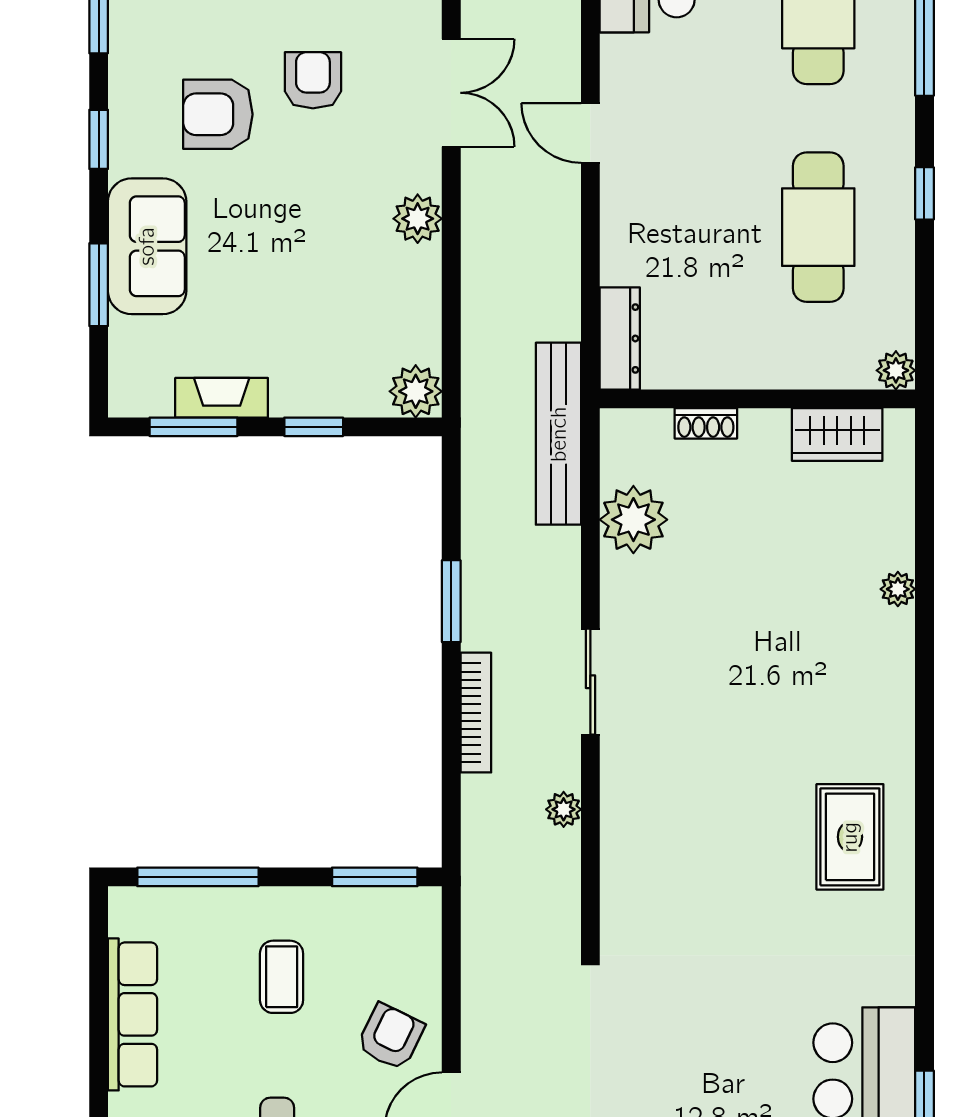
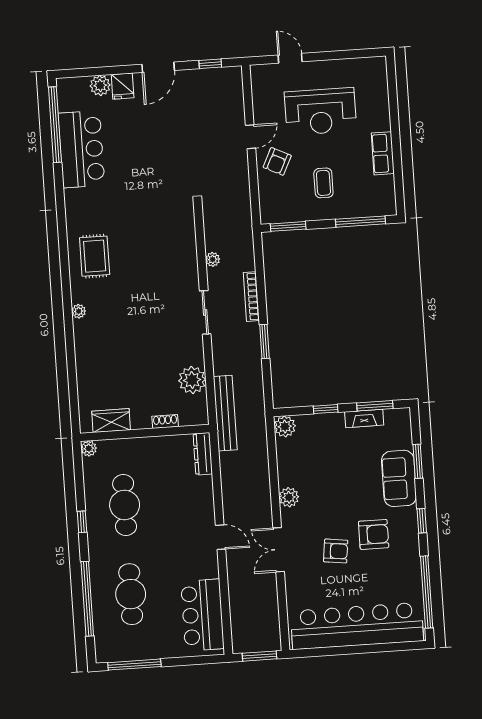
armchair: (313, 80) -> (336, 551), turned -83
plant: (898, 589) -> (79, 311), moved
row of seats: (132, 1014) -> (383, 153), width x0.68

